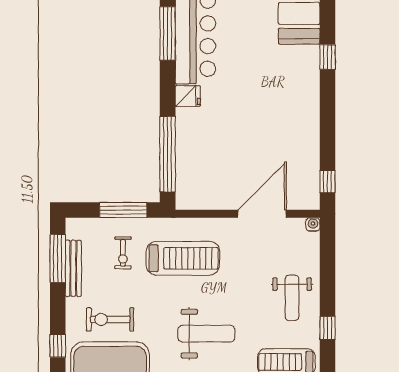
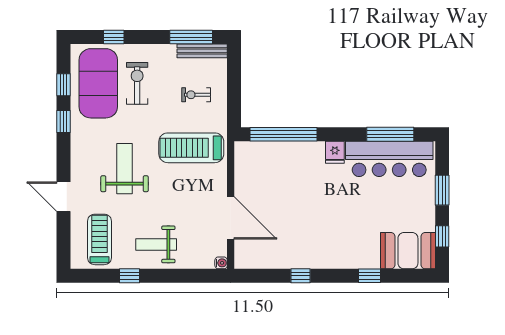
window: (327, 182) -> (300, 276), moved
window: (123, 210) -> (234, 95), removed
treadmill: (183, 258) -> (191, 148), turned 90
bench: (73, 268) -> (202, 51), moved
weight bench: (206, 334) -> (125, 169), turned 180

